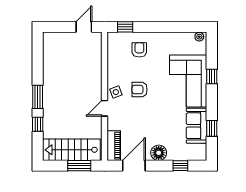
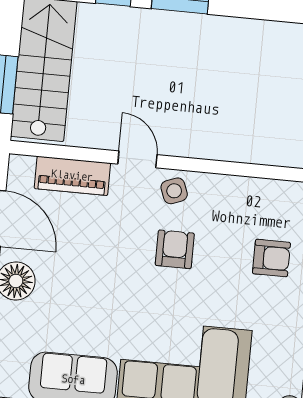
piano: (114, 146) -> (72, 176), moved

